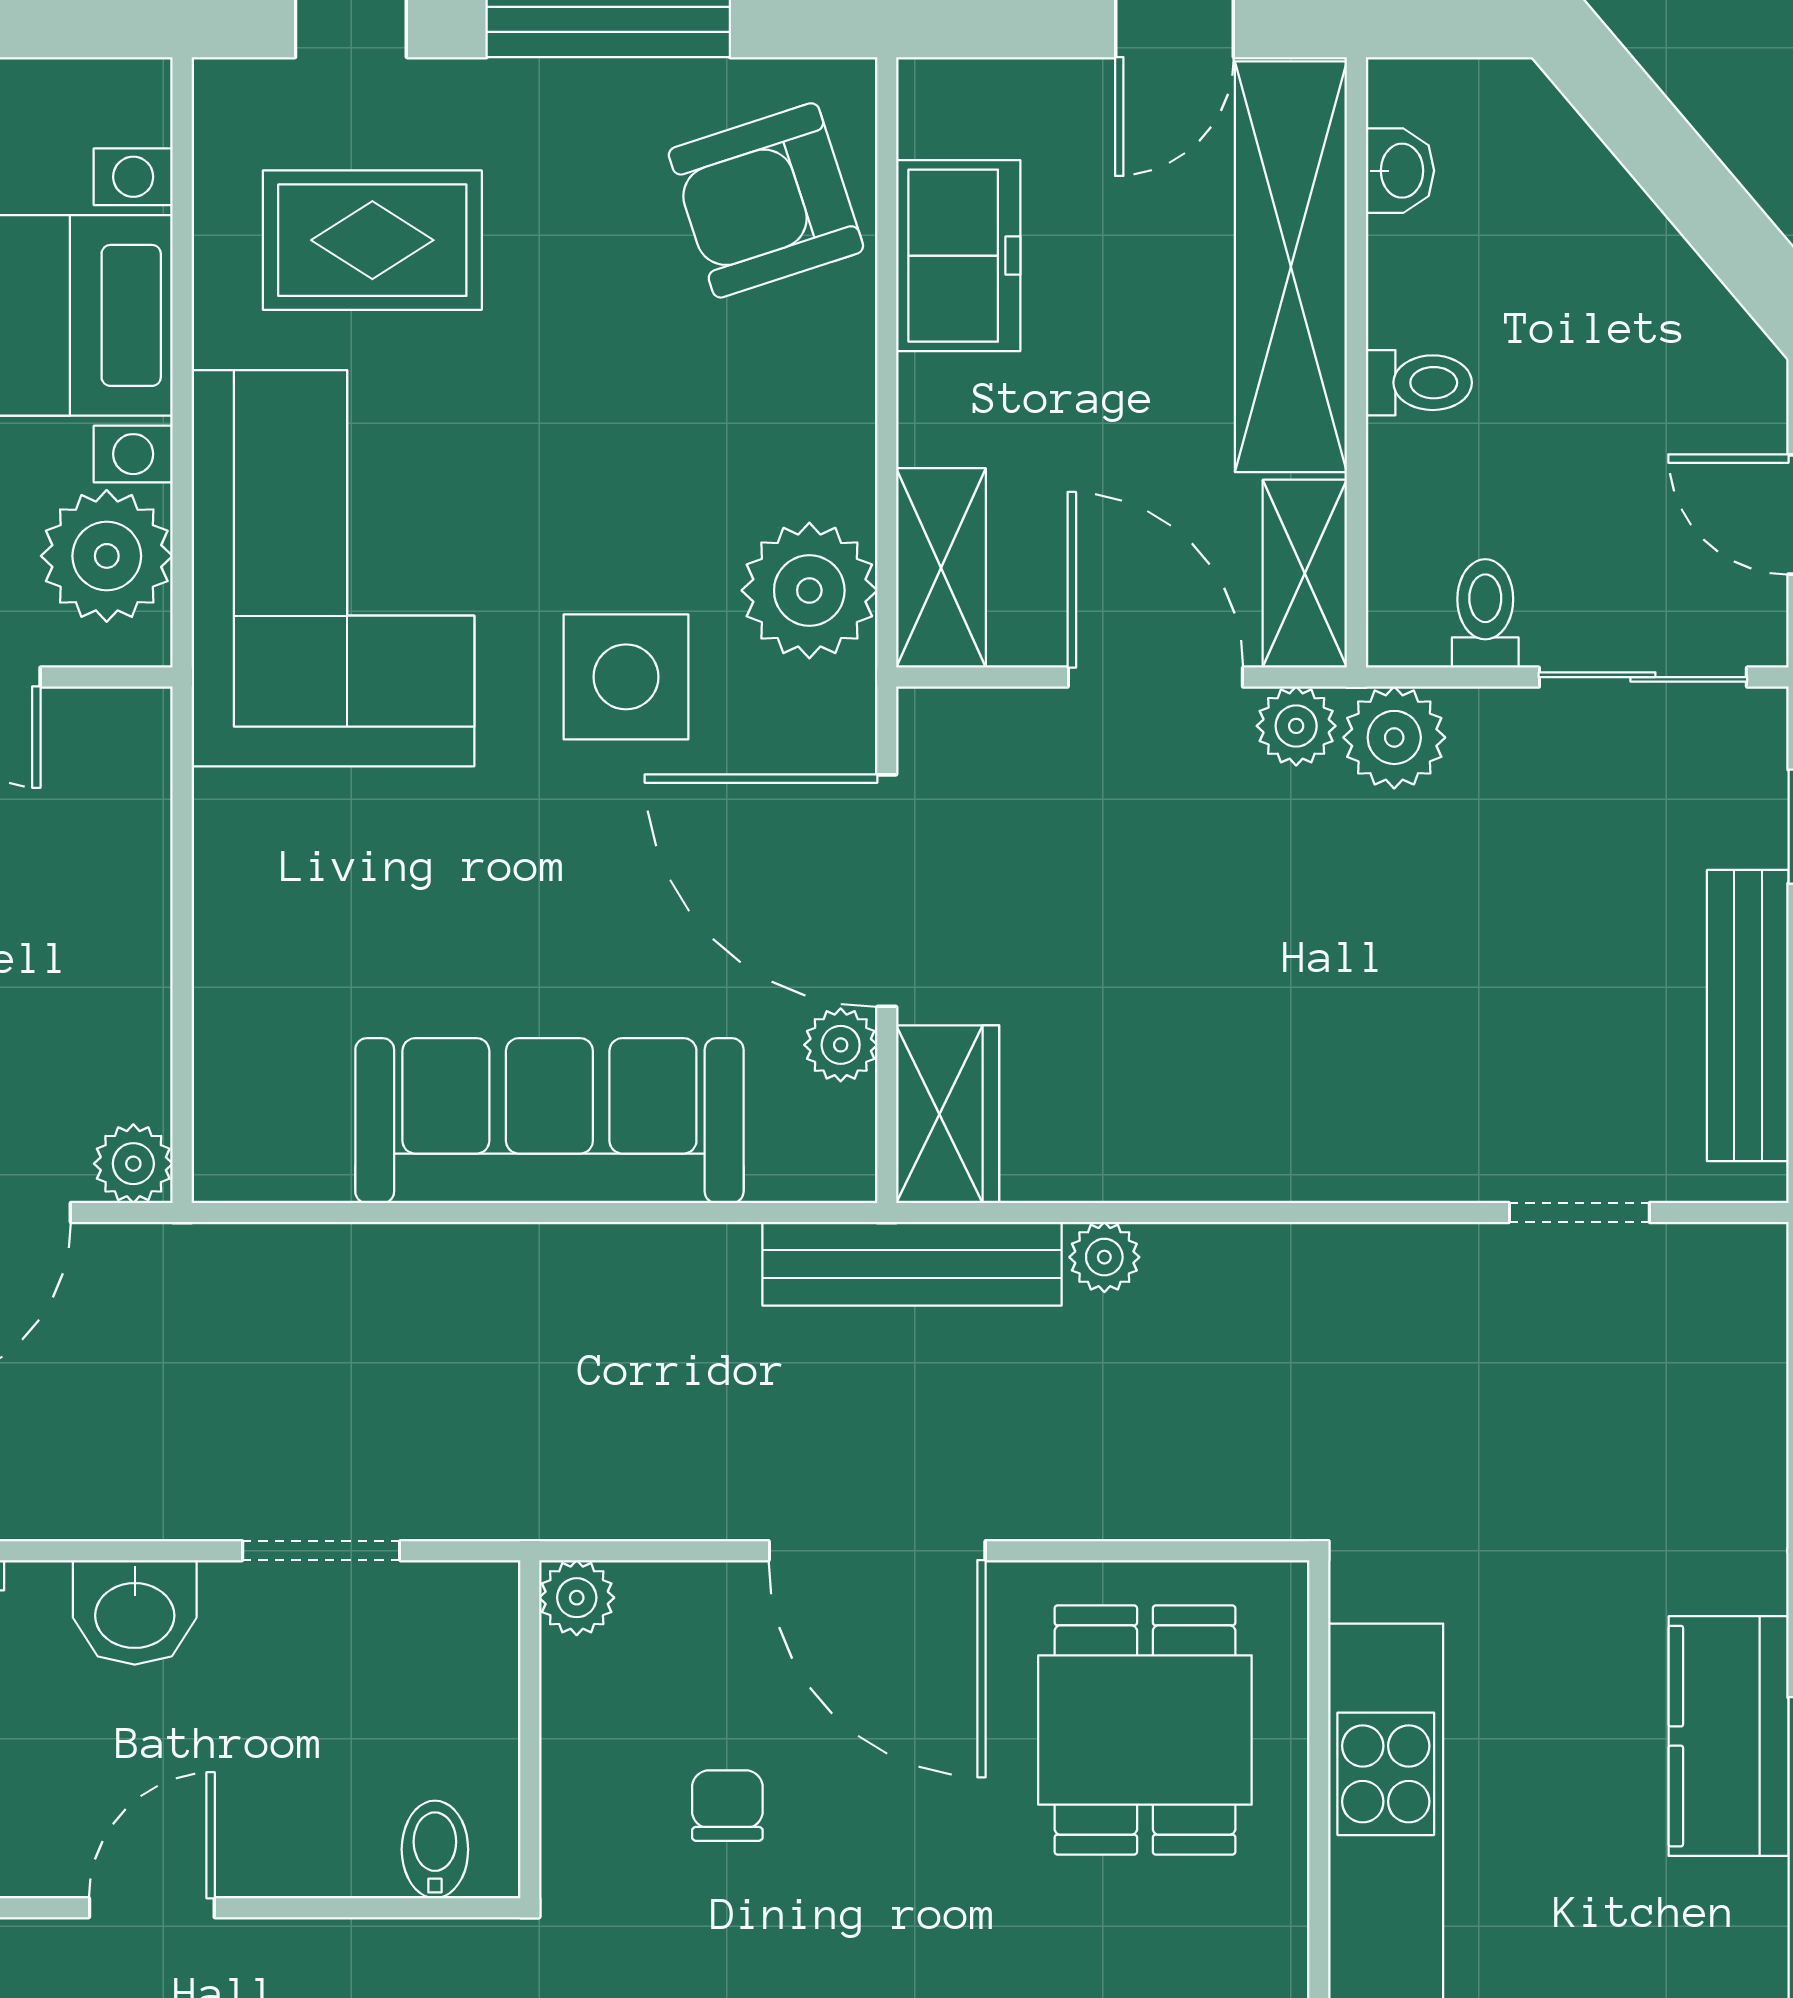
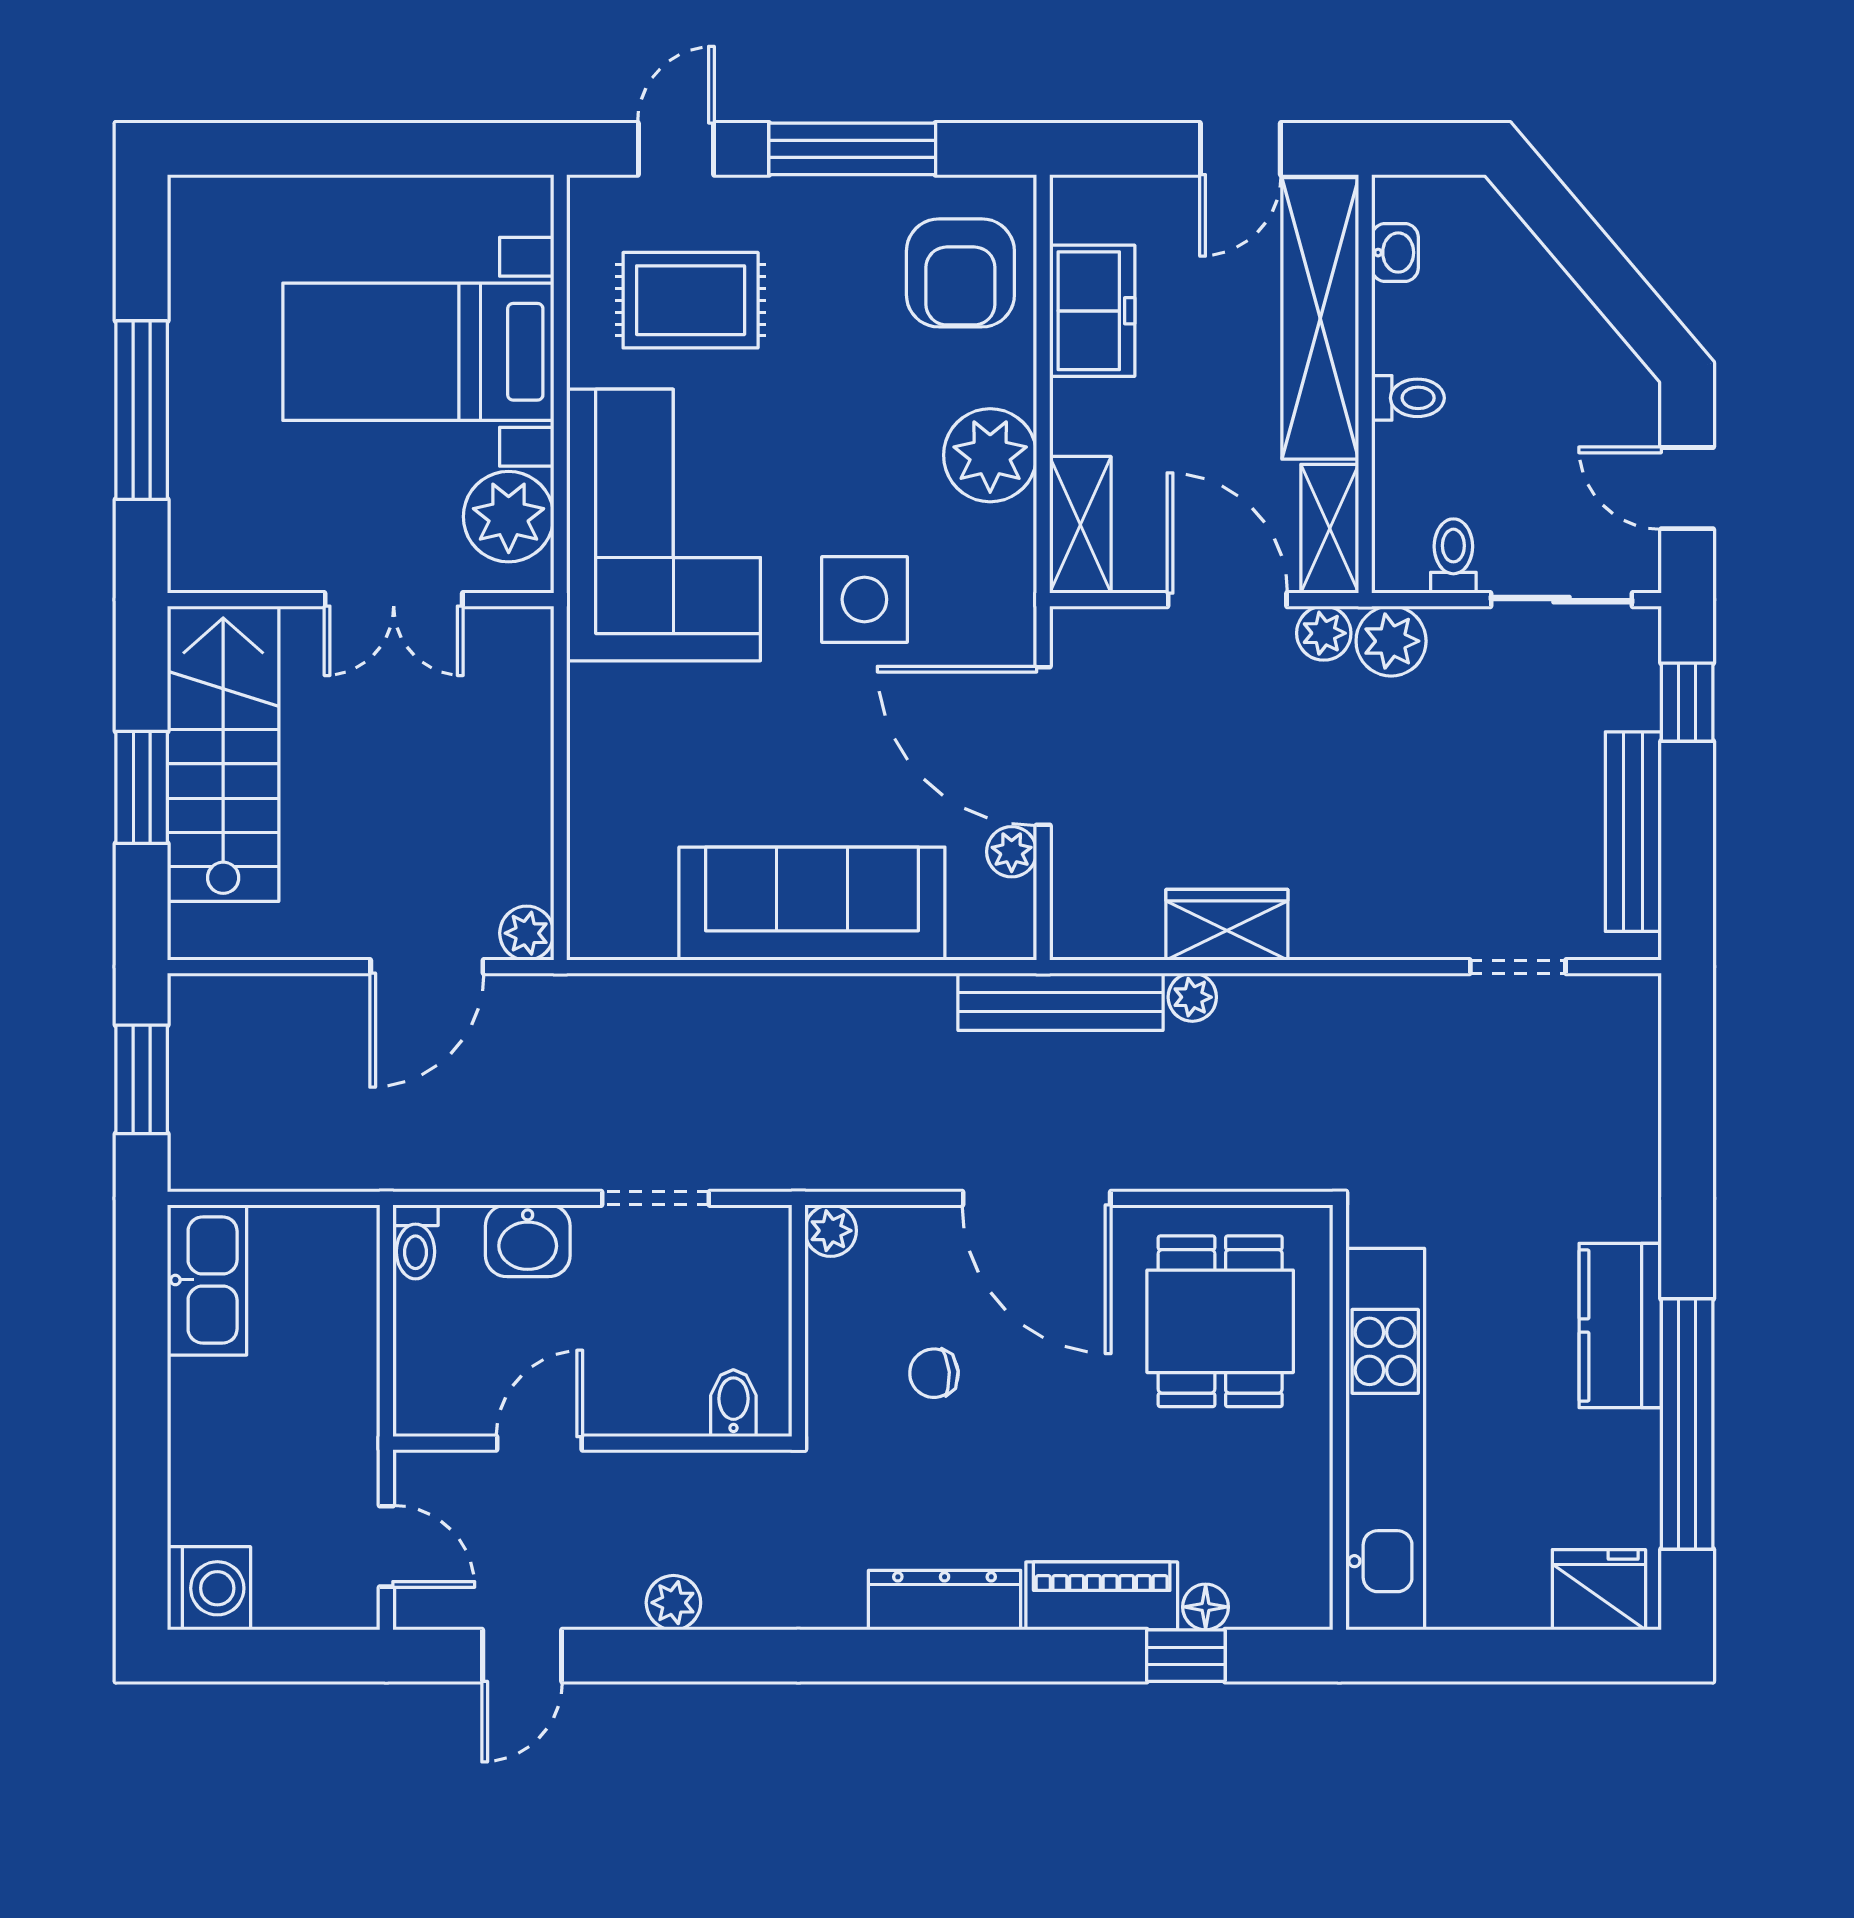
armchair: (766, 200) -> (960, 273), turned -72
plant: (809, 590) -> (990, 455), moved
wardrobe: (948, 1114) -> (1227, 925), moved, turned -90
chair: (727, 1806) -> (934, 1373), turned -95

